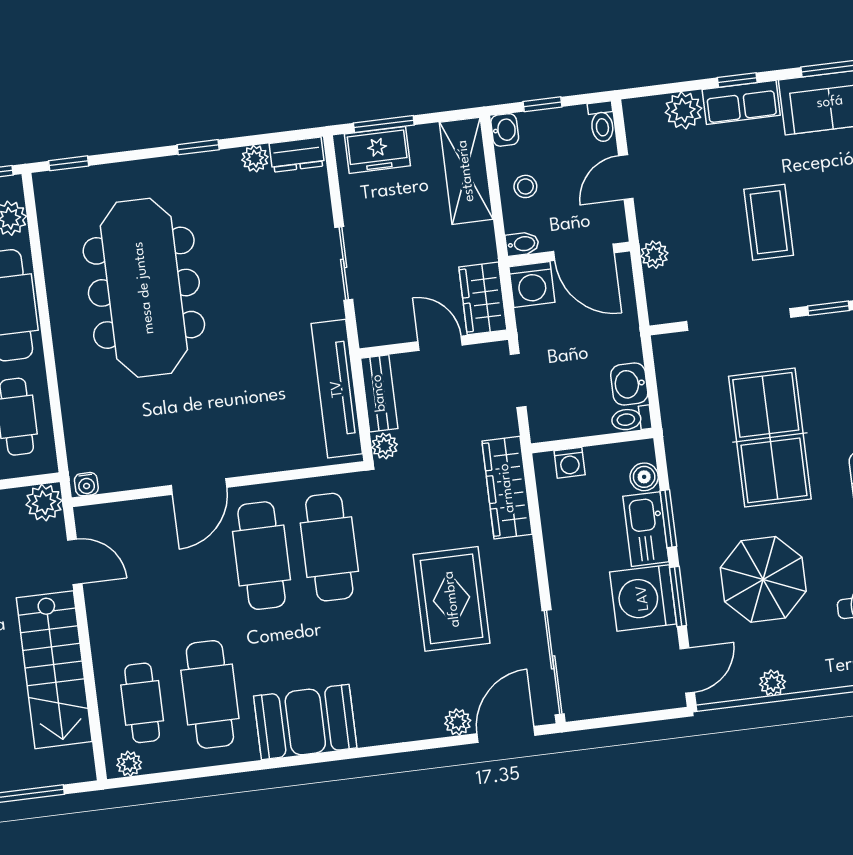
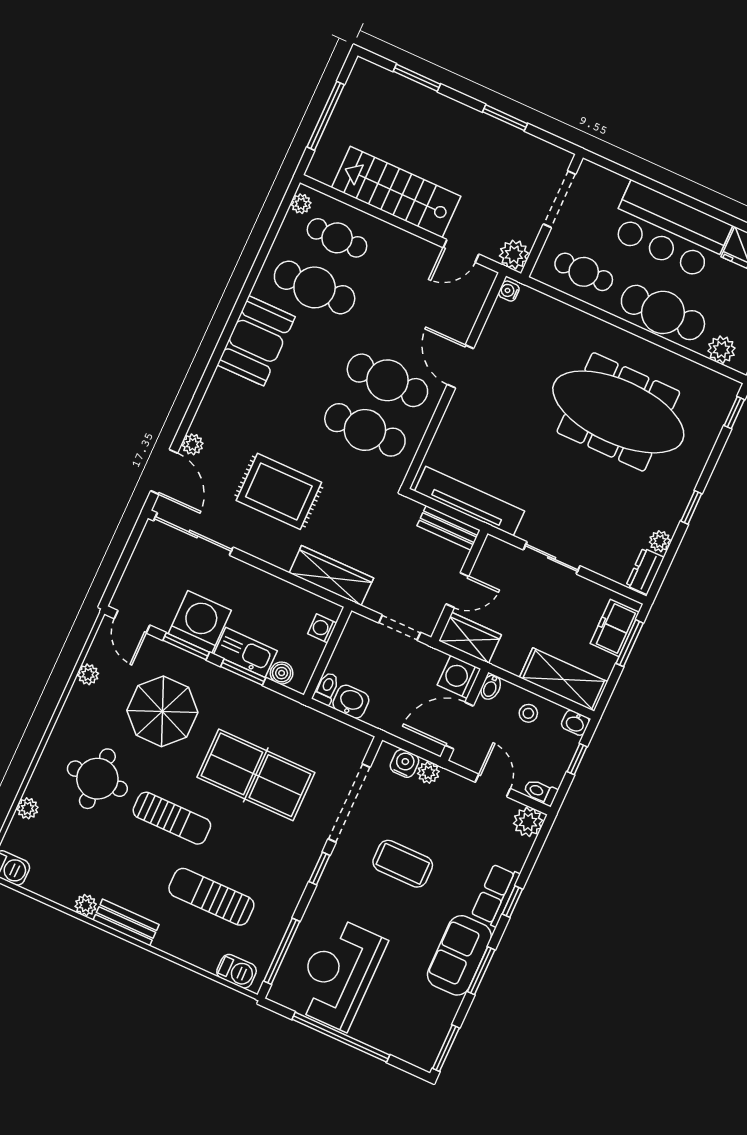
plant: (683, 110) -> (528, 822), moved
water cooler: (660, 286) -> (404, 763), added
plant: (385, 446) -> (411, 510), removed

